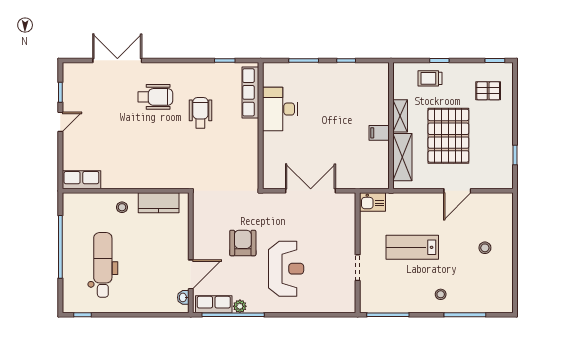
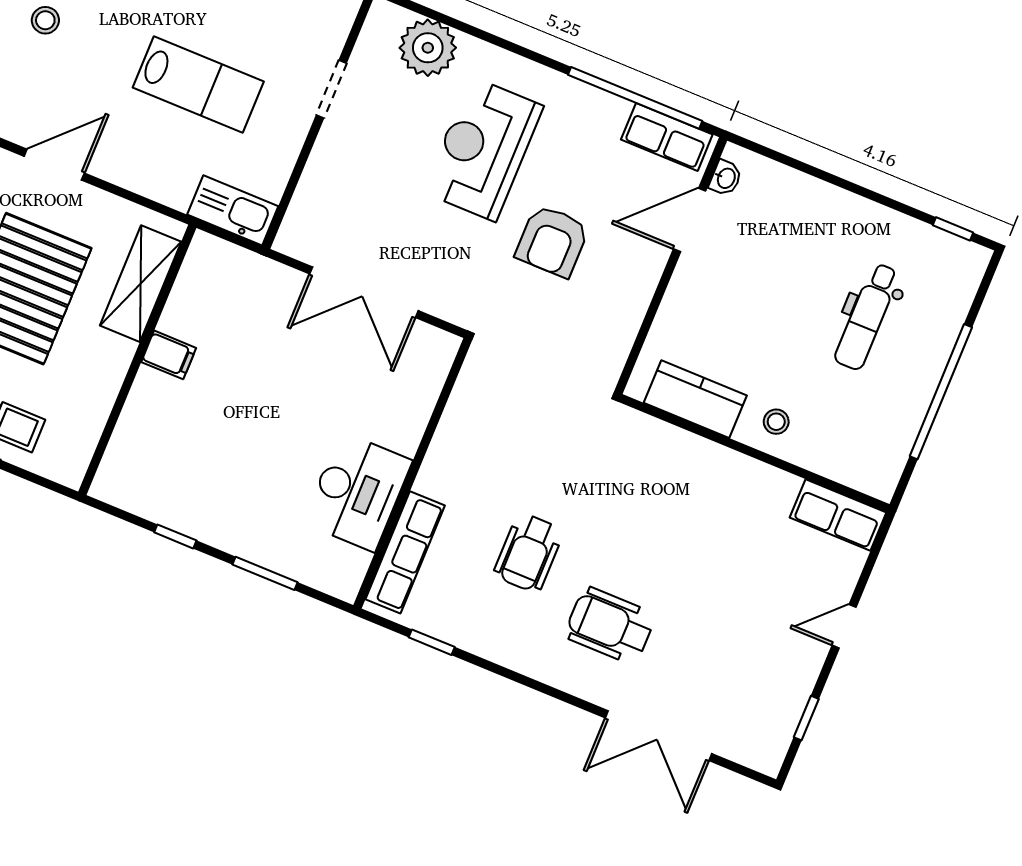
shelving: (400, 116) -> (109, 373), removed
door: (60, 122) -> (844, 626), moved
kitchen sink: (372, 202) -> (233, 210), width x1.38
dental chair: (103, 265) -> (867, 317), width x0.73, depth x0.72
plant: (240, 306) -> (428, 48), moved, width x1.87, depth x1.87

